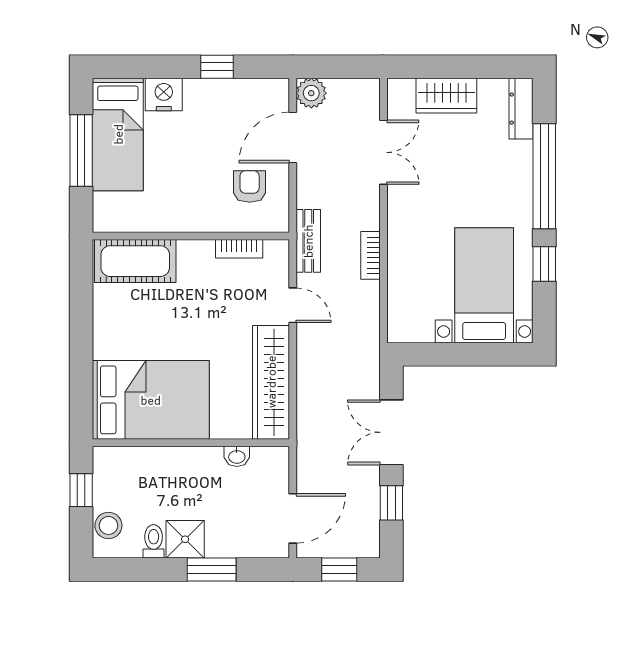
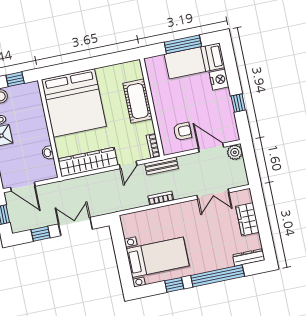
bookcase: (239, 249) -> (153, 146), moved
cot: (135, 261) -> (138, 101), moved
bed: (151, 400) -> (74, 103), width x1.36

